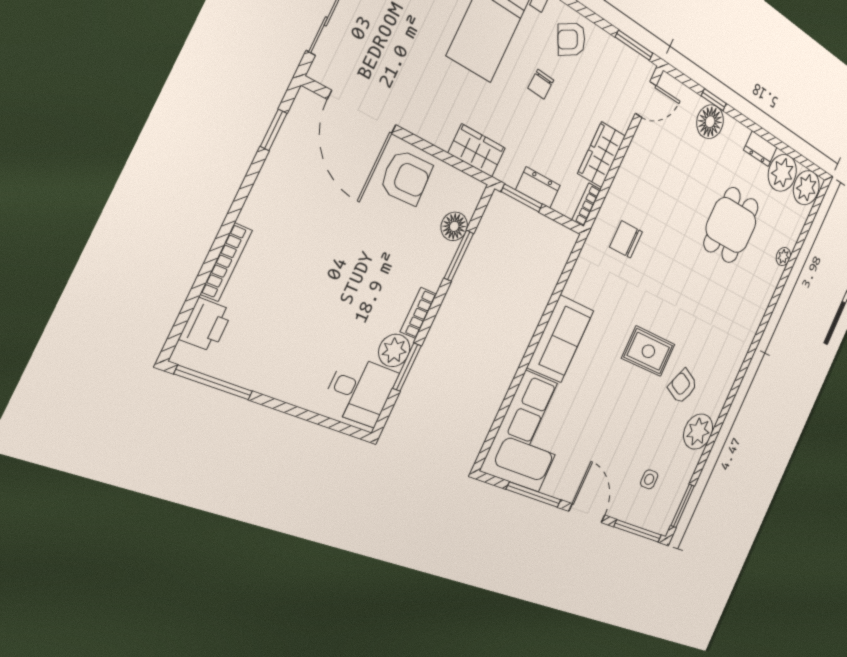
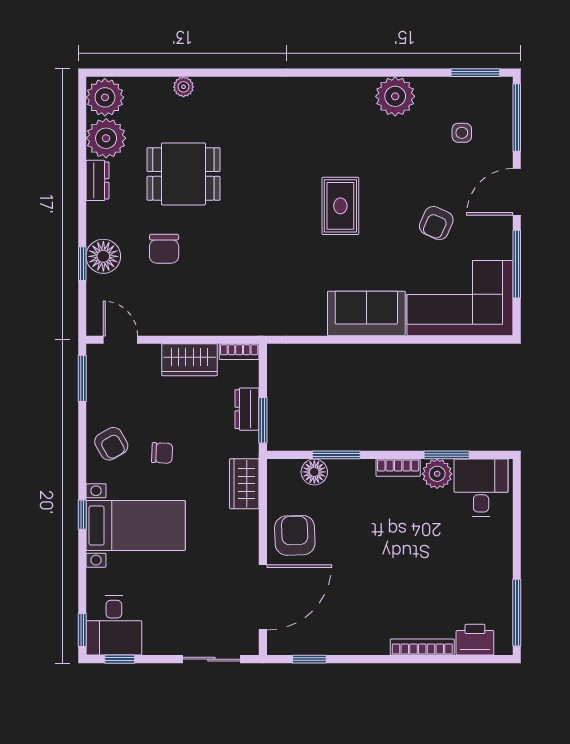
chair: (626, 239) -> (164, 249), moved
armchair: (683, 386) -> (436, 223), moved

